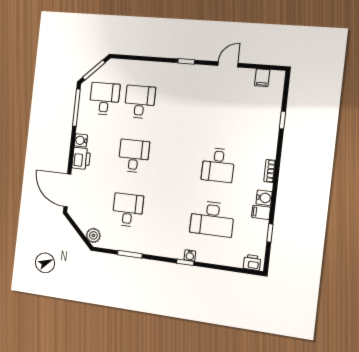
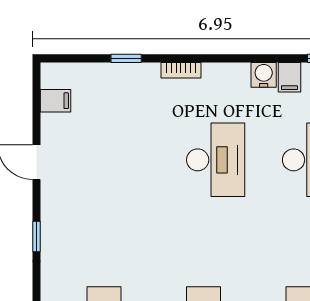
desk: (218, 165) -> (216, 160), width x1.37
bookcase: (270, 171) -> (181, 70), moved

